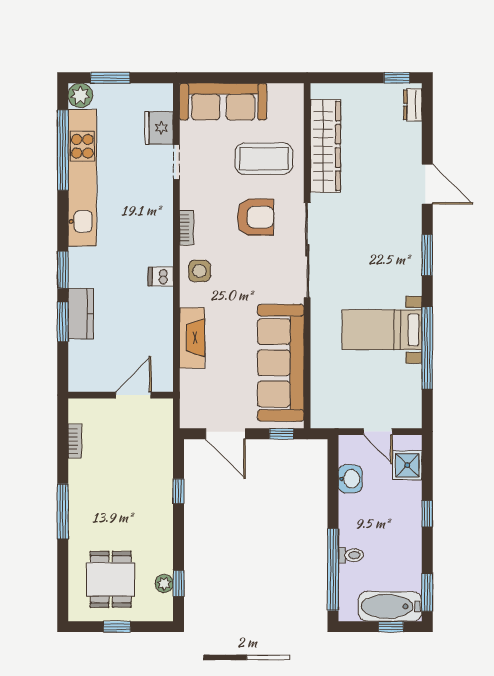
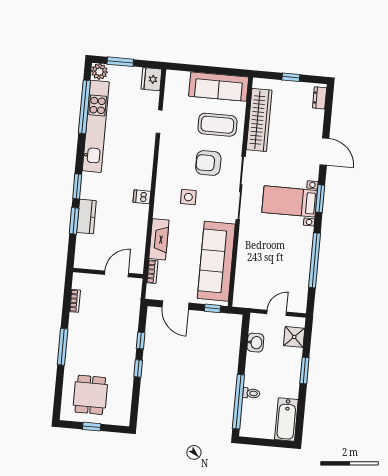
window: (397, 78) -> (291, 77), moved
sofa: (223, 102) -> (219, 87), moved
fridge: (159, 128) -> (151, 79), moved
armchair: (255, 217) -> (208, 163), turned 180
bookcase: (187, 228) -> (152, 272), moved
side table: (199, 271) -> (188, 197), moved
bed with nightstands: (382, 330) -> (290, 201), moved
door: (378, 432) -> (277, 313), swing flipped
window: (427, 514) -> (304, 371), width x1.50
plant: (164, 583) -> (126, 401), removed
window: (179, 583) -> (138, 368), moved
window: (427, 592) -> (300, 423), removed
bathtub: (390, 606) -> (286, 420), moved, turned -90
window: (391, 627) -> (274, 443), removed

